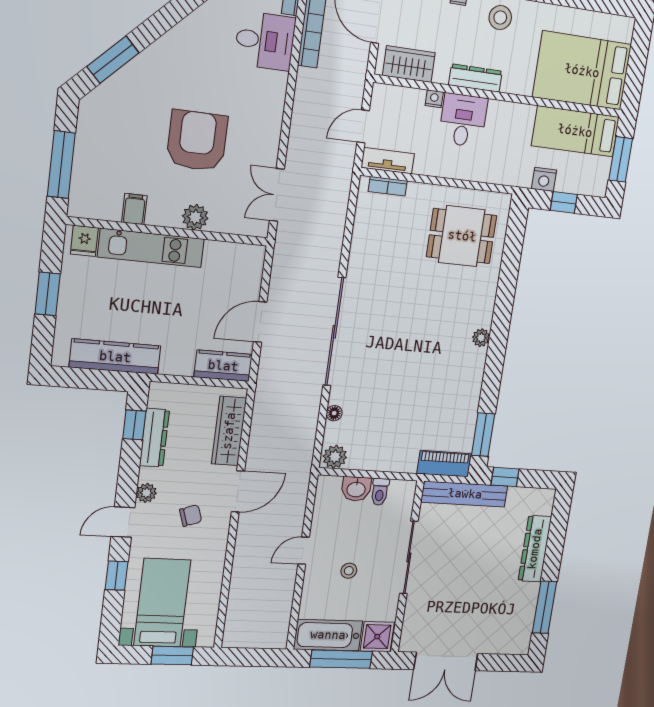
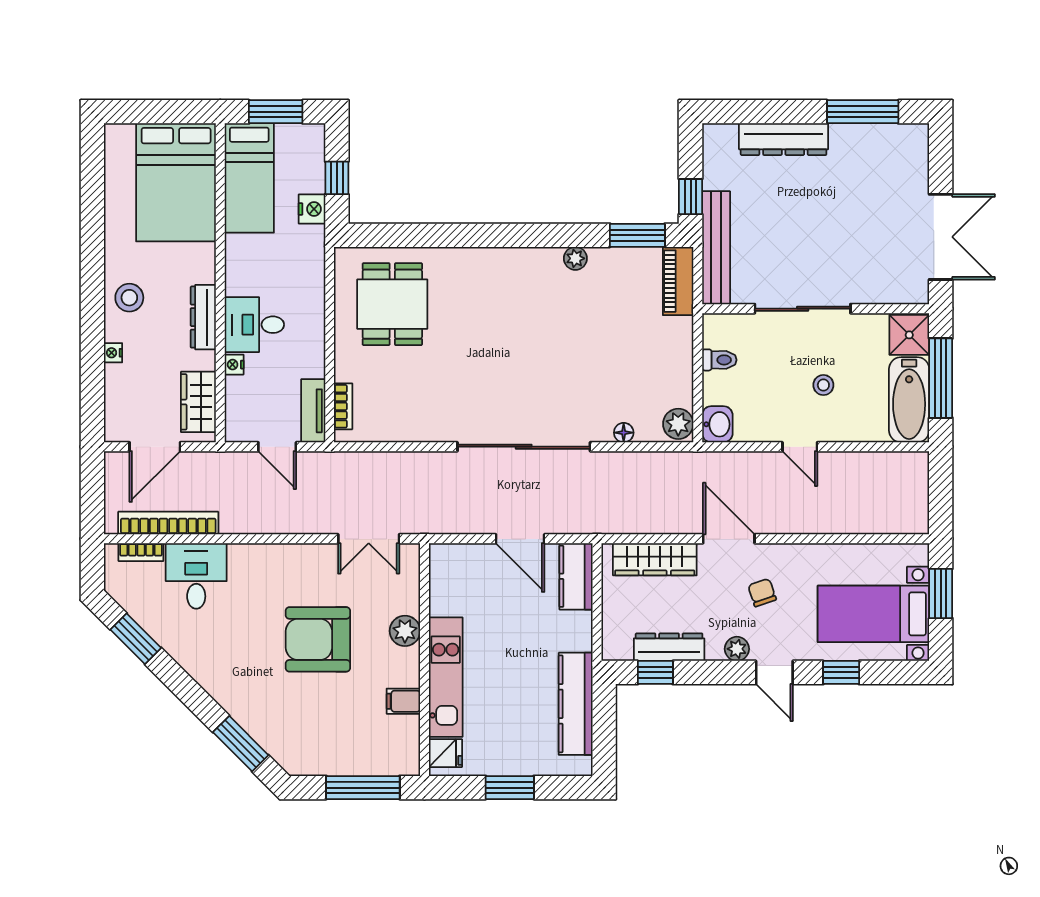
plant: (481, 338) -> (575, 258), moved
washbasin: (356, 489) -> (717, 424), moved

